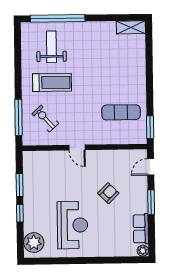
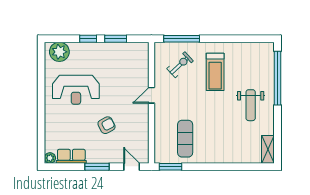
weight bench: (51, 47) -> (251, 105), moved, turned 90
armchair: (108, 193) -> (107, 125), turned -73

